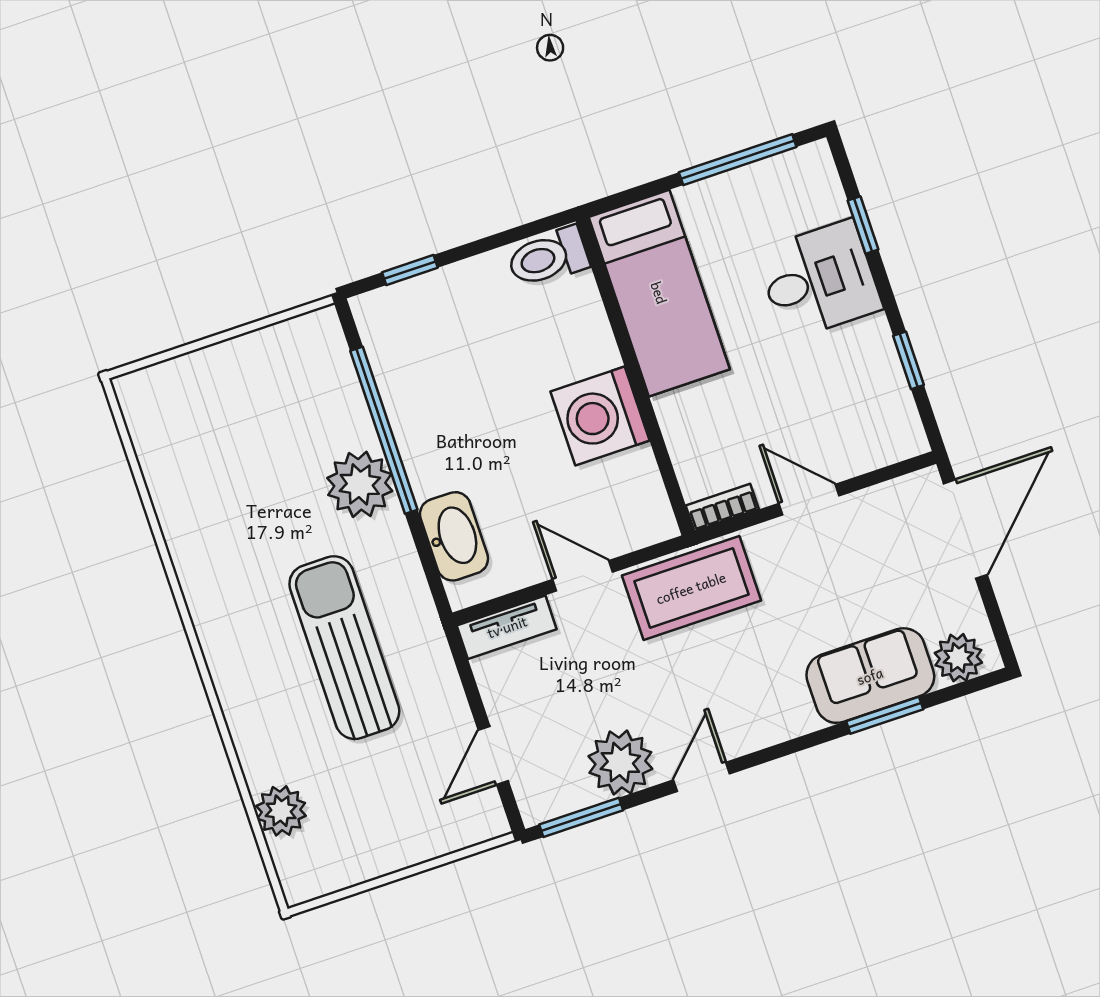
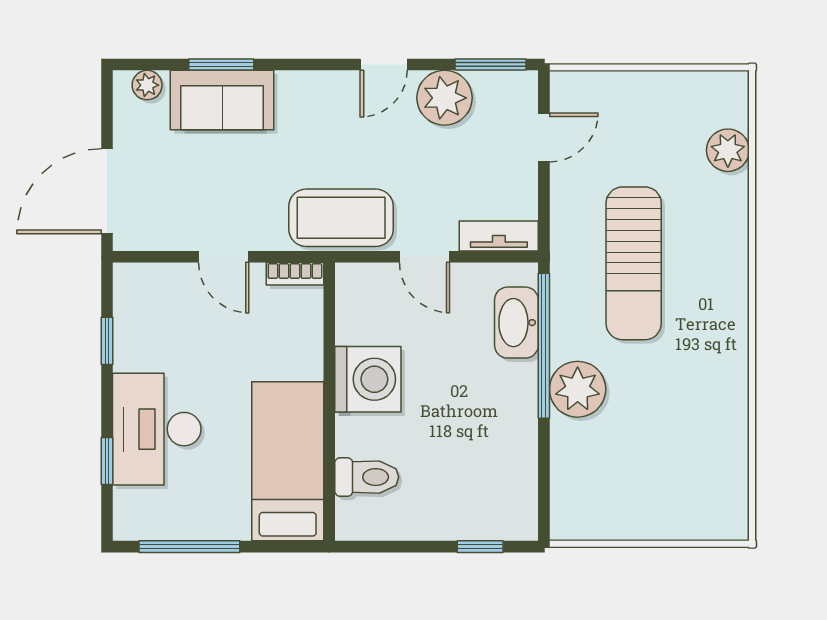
toilet: (548, 257) -> (367, 477), moved
desk: (819, 280) -> (157, 429), width x1.37
window: (384, 430) -> (544, 346), moved
plant: (958, 658) -> (147, 85), width x0.73, depth x0.73

